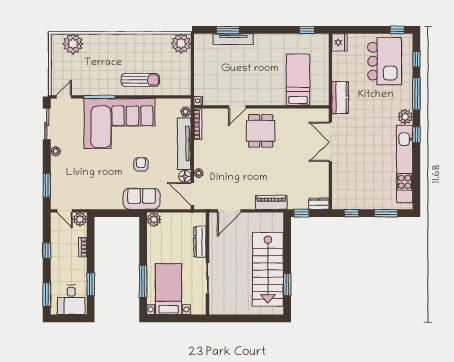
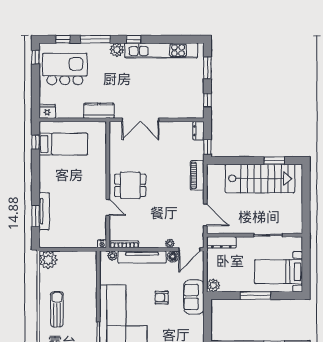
sun lounger: (140, 80) -> (57, 309), moved
bed: (298, 80) -> (63, 144), moved, turned 180
dresser: (200, 242) -> (221, 242), moved
window: (143, 281) -> (255, 296), moved

